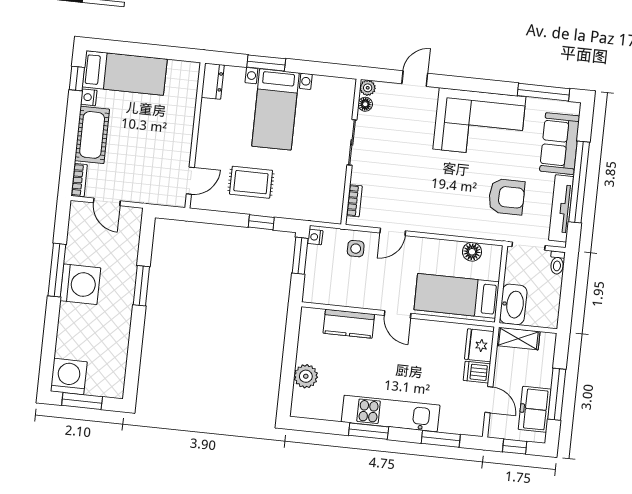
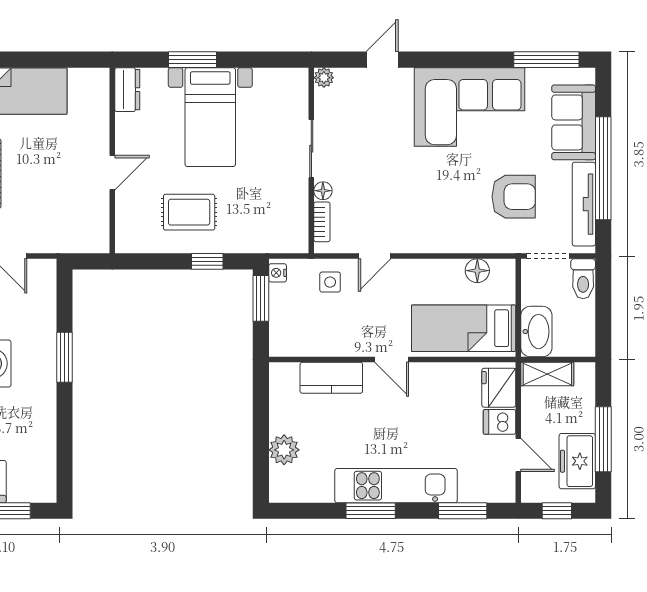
floor lamp: (365, 104) -> (323, 191), moved
door: (190, 181) -> (112, 173), moved
toilet: (557, 263) -> (583, 279), width x1.37, depth x1.39

